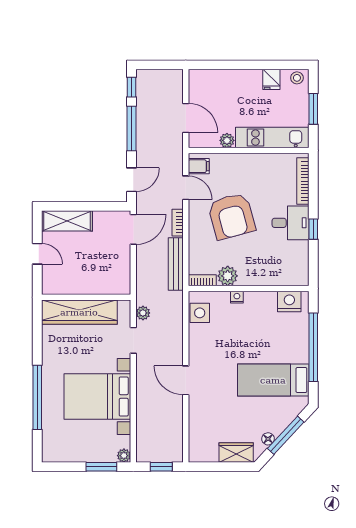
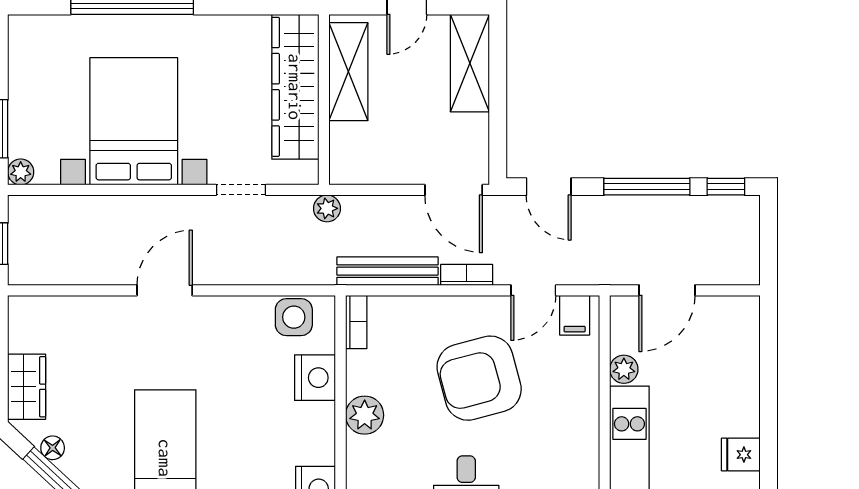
plant: (228, 276) -> (365, 415), moved
shelving: (71, 284) -> (348, 72), added
nightstand: (237, 297) -> (315, 378), width x1.89, depth x1.79
plant: (143, 313) -> (327, 208), moved

